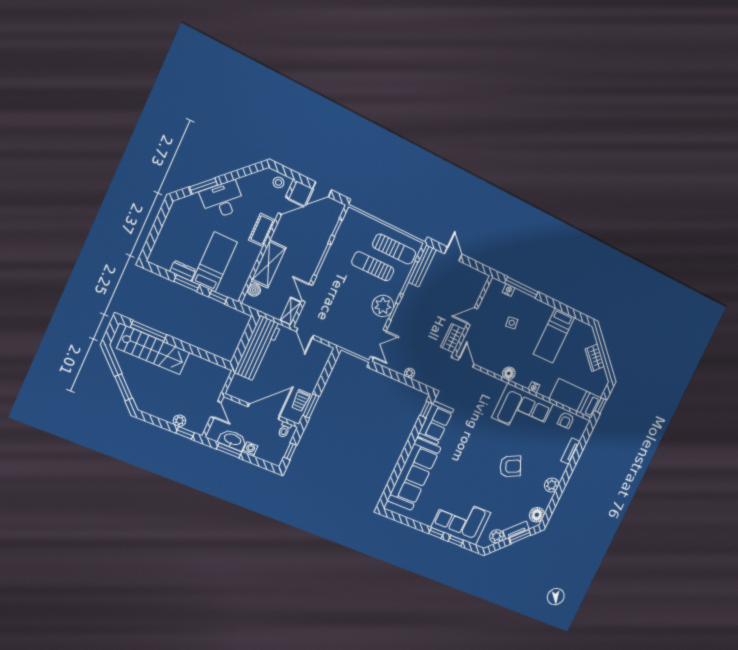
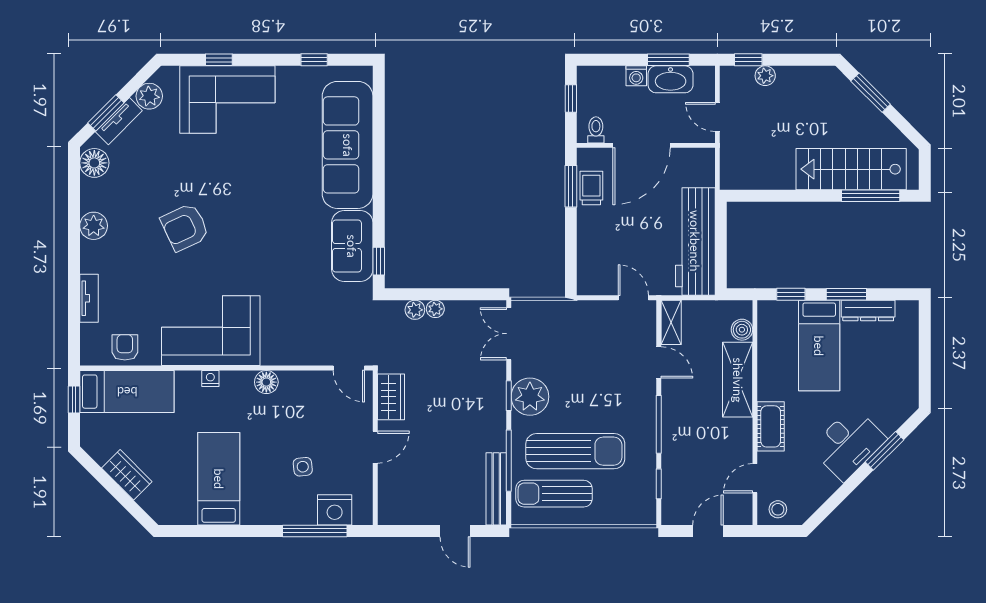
sun lounger: (373, 266) -> (575, 451), width x1.36, depth x1.34
dresser: (183, 271) -> (868, 311), width x1.44
nightstand: (509, 290) -> (335, 510), width x1.89, depth x1.79
plant: (420, 377) -> (415, 310), added
window: (436, 533) -> (314, 60), moved

